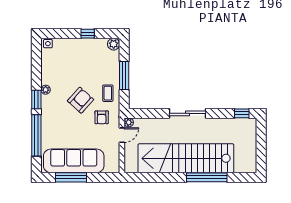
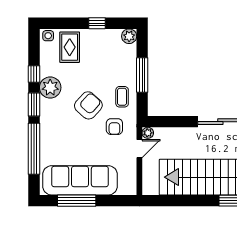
rug: (65, 53) -> (70, 47), added
window: (36, 75) -> (34, 74), added
plant: (46, 90) -> (50, 88), width x1.88, depth x1.88

